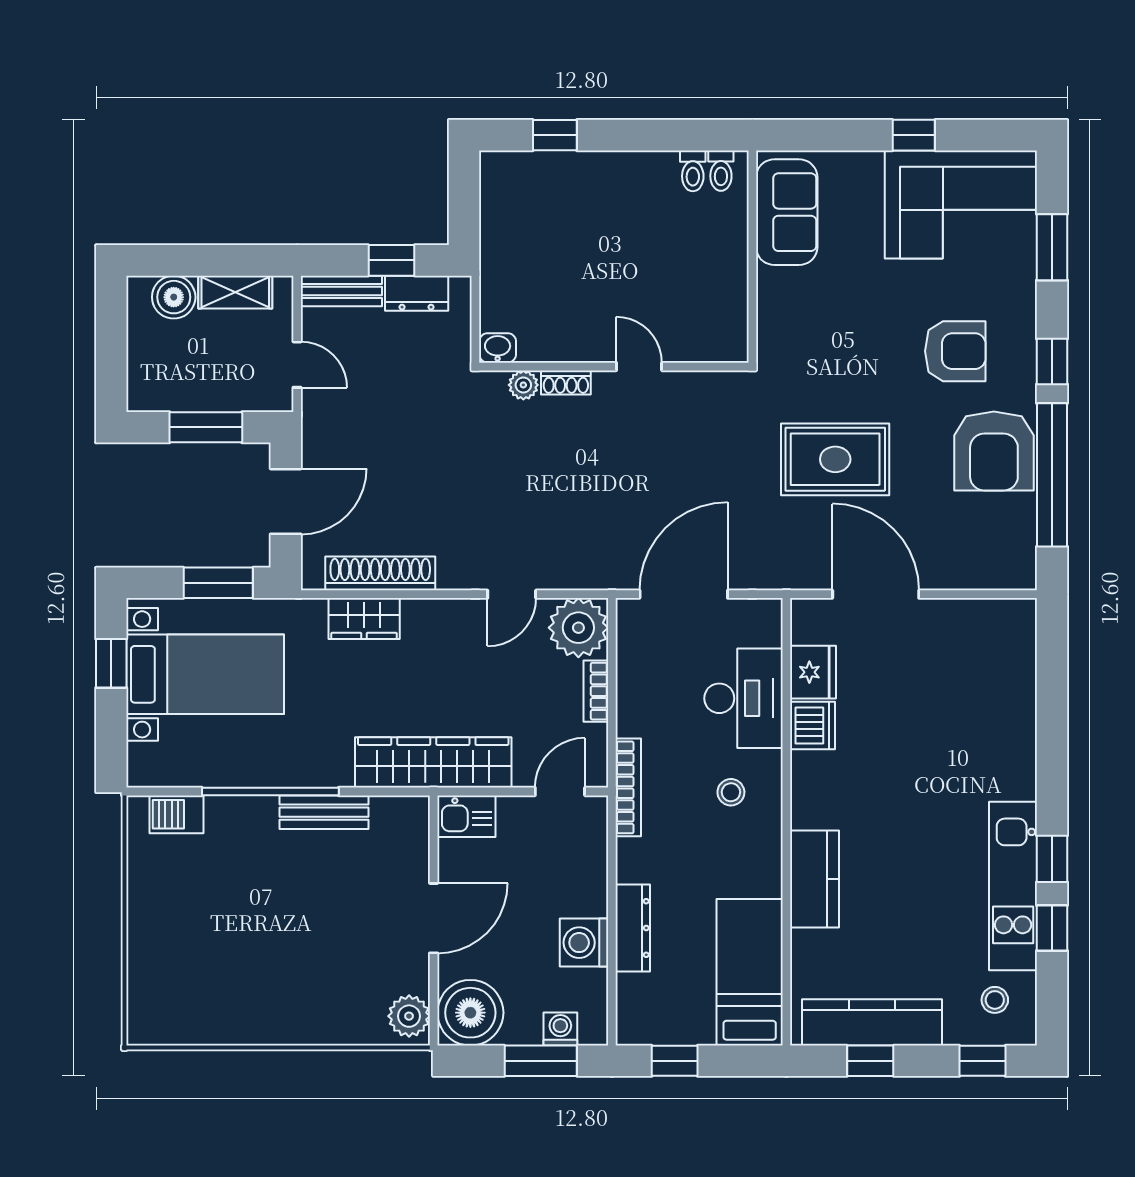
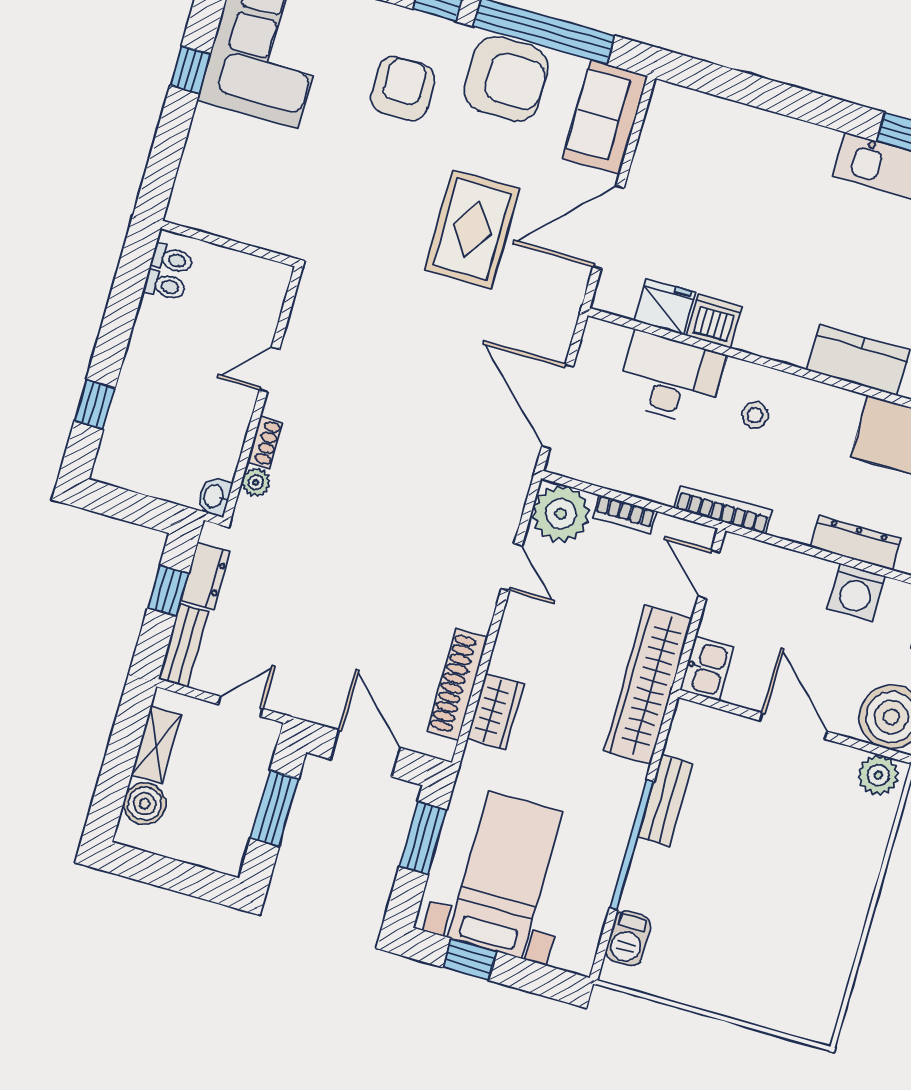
sofa: (787, 212) -> (605, 117), moved, turned -90
washbasin: (498, 348) -> (214, 497), moved
wall: (614, 367) -> (263, 393), moved
door: (639, 367) -> (269, 369), moved
shoe rack: (566, 382) -> (265, 442), moved
plant: (523, 385) -> (256, 482), moved

